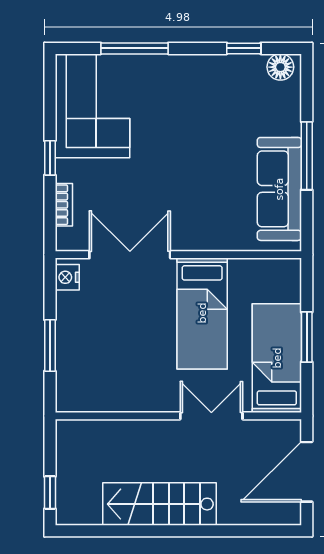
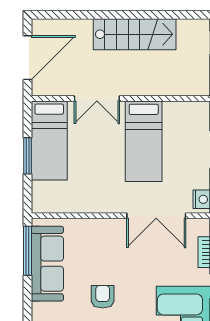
armchair: (203, 143) -> (103, 297), added
window: (307, 156) -> (27, 251), moved
bed: (202, 313) -> (144, 141), moved, turned 180

